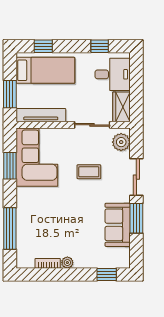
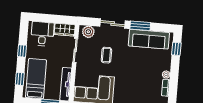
window: (100, 46) -> (22, 51), moved
sofa: (118, 225) -> (149, 39), width x1.36

